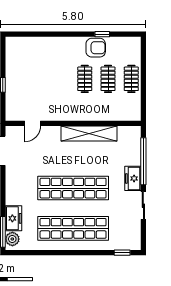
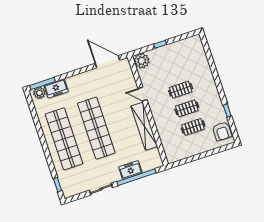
armchair: (96, 48) -> (222, 131), moved
clothes rail: (131, 79) -> (181, 90), moved
plant: (14, 112) -> (142, 61), added
door: (33, 123) -> (142, 94), moved
freezer: (133, 178) -> (130, 170), moved

